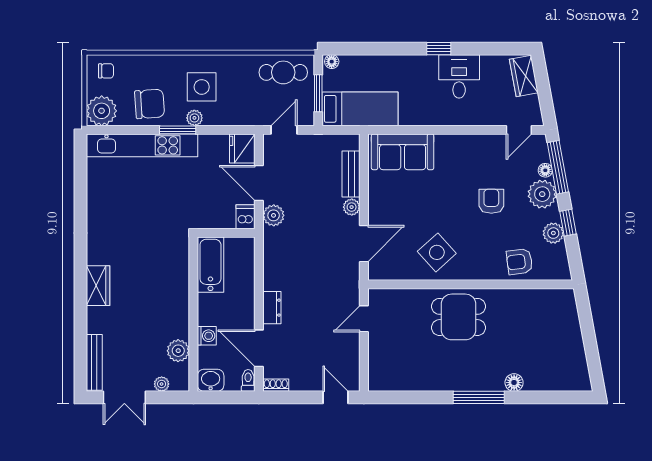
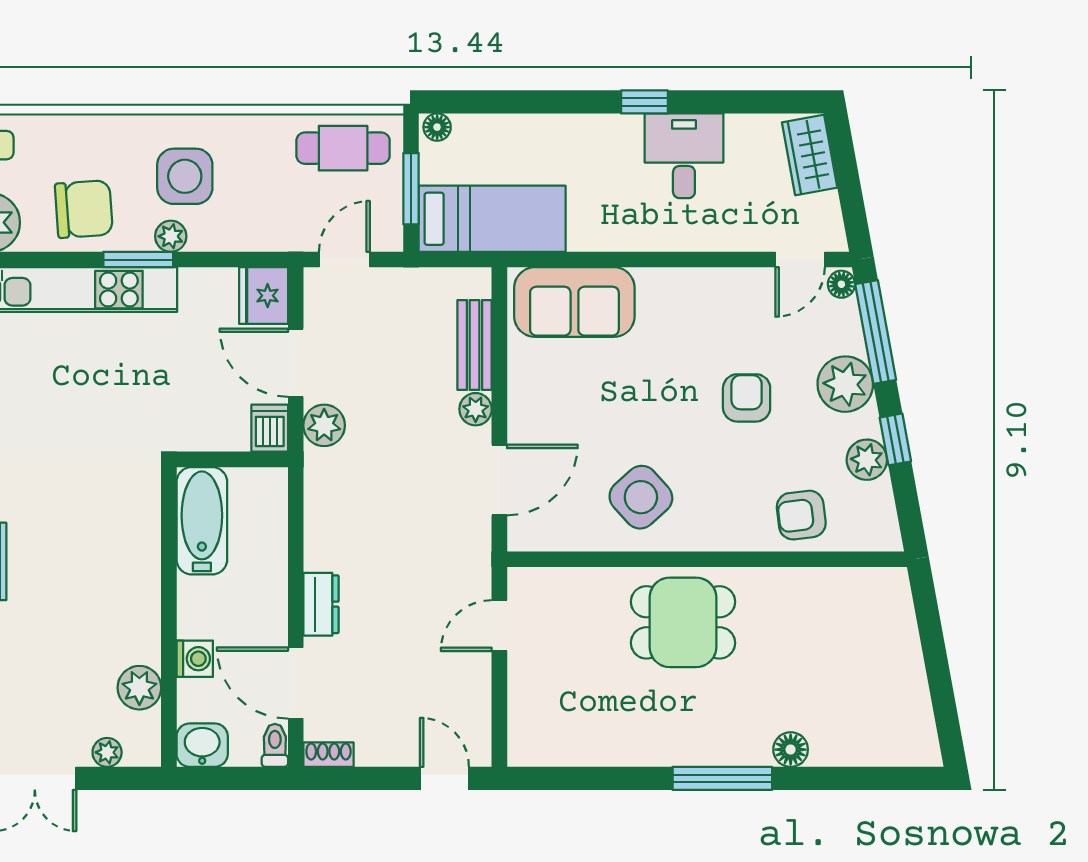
floor lamp: (545, 170) -> (841, 284), moved

